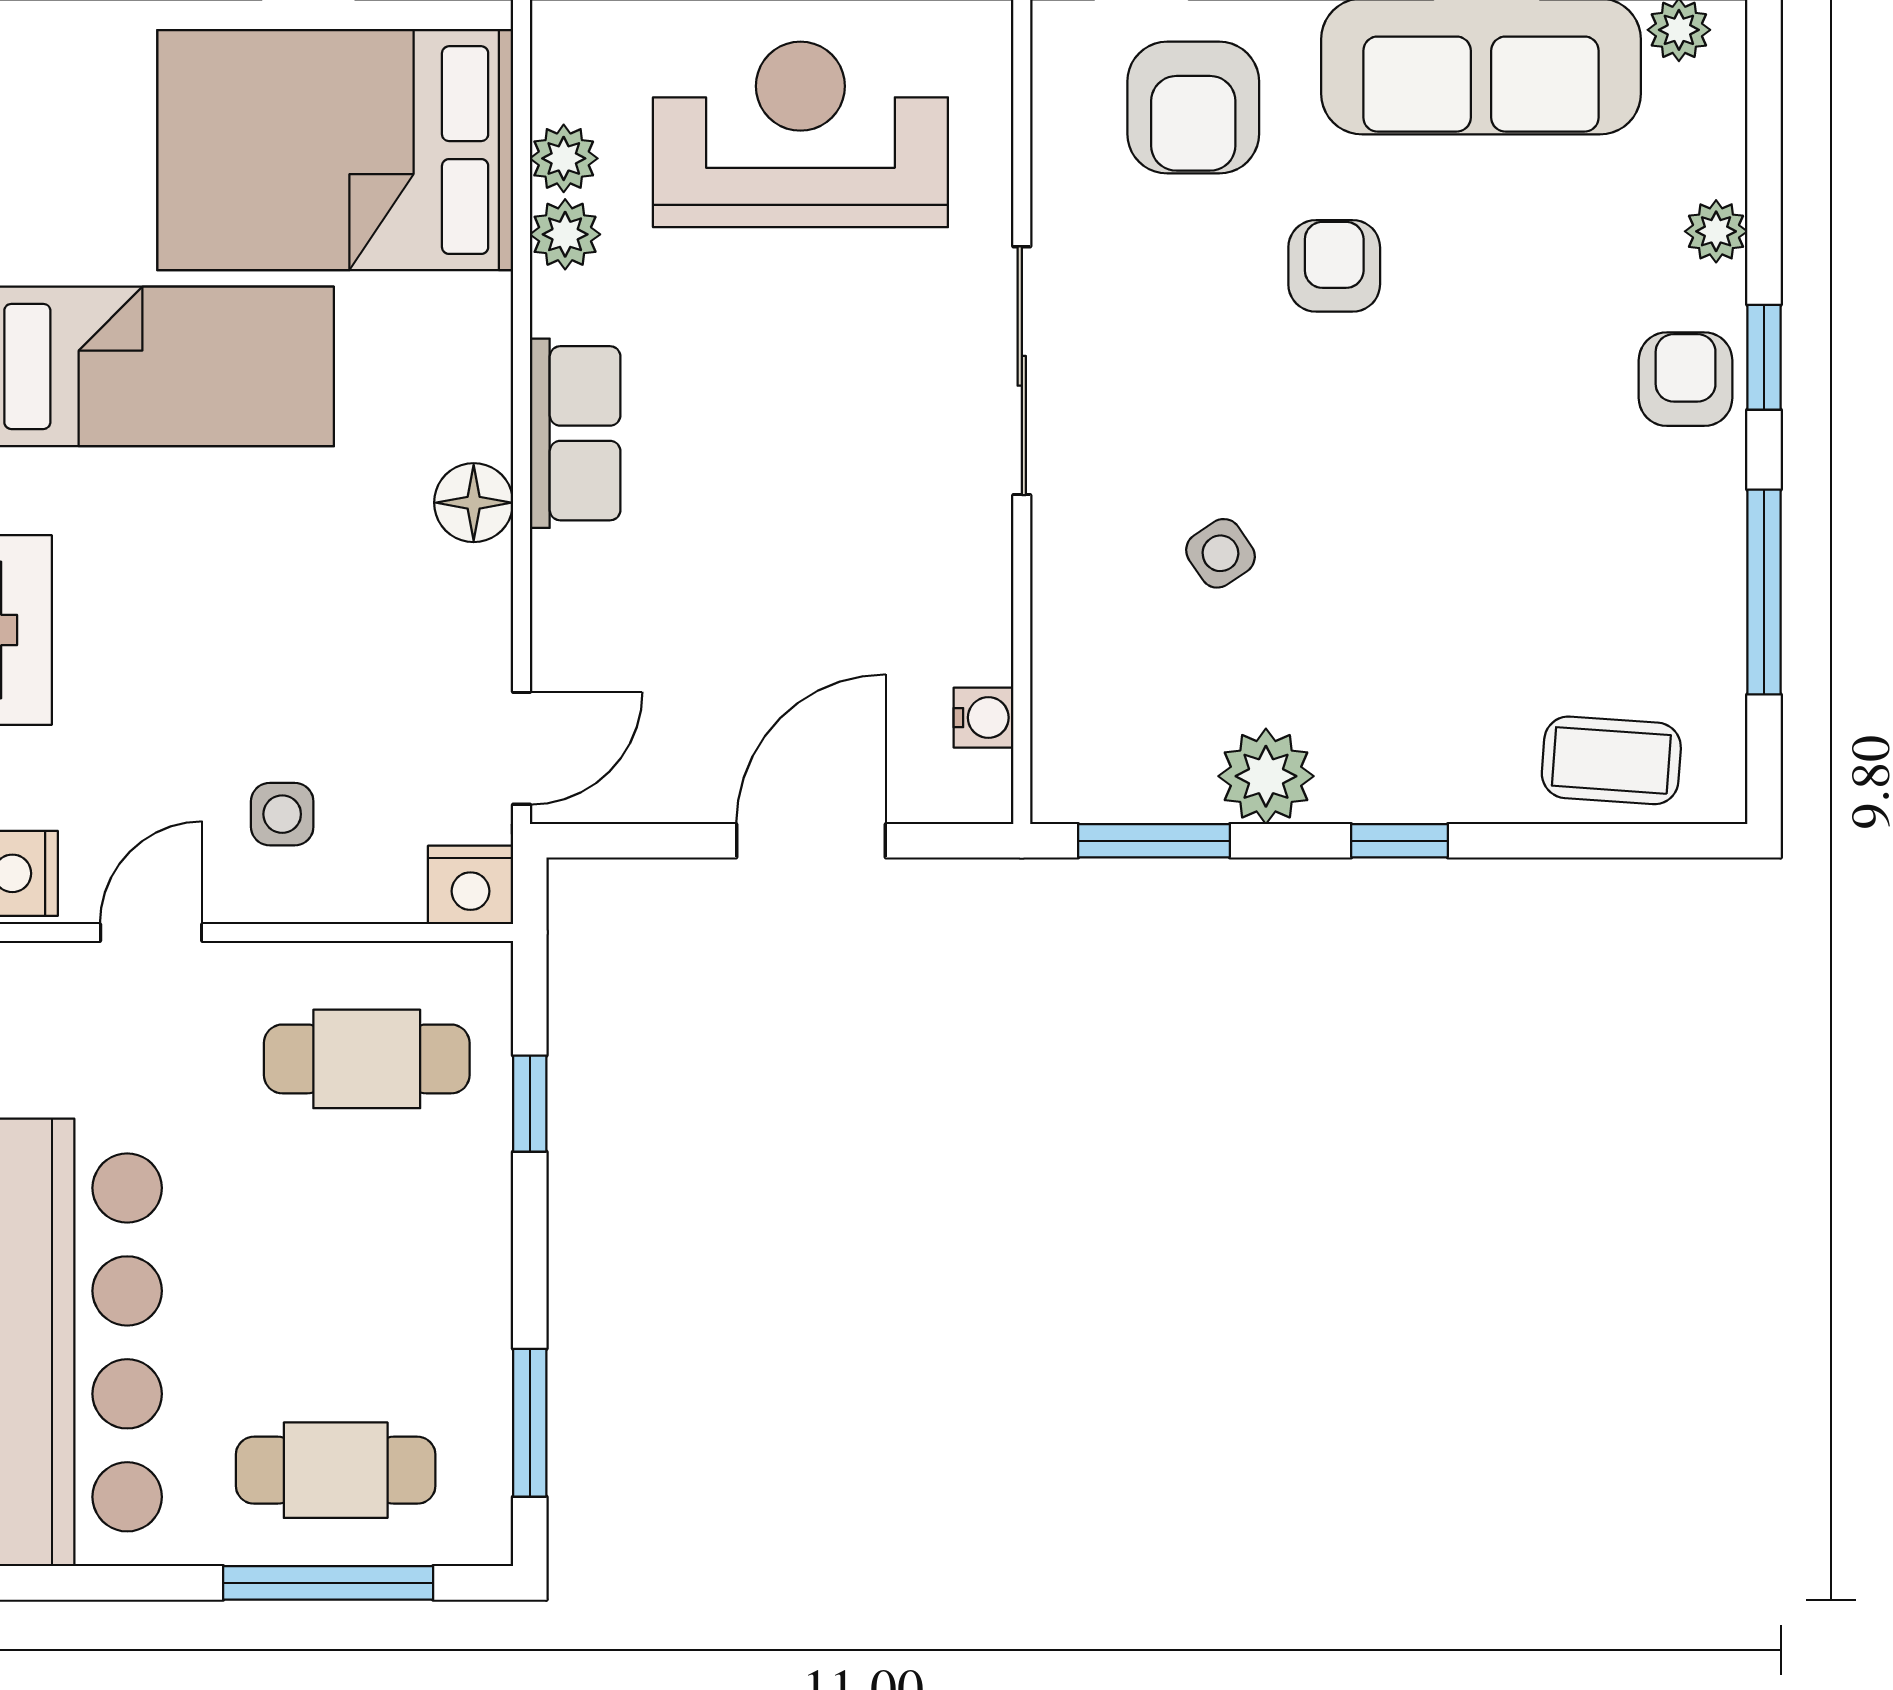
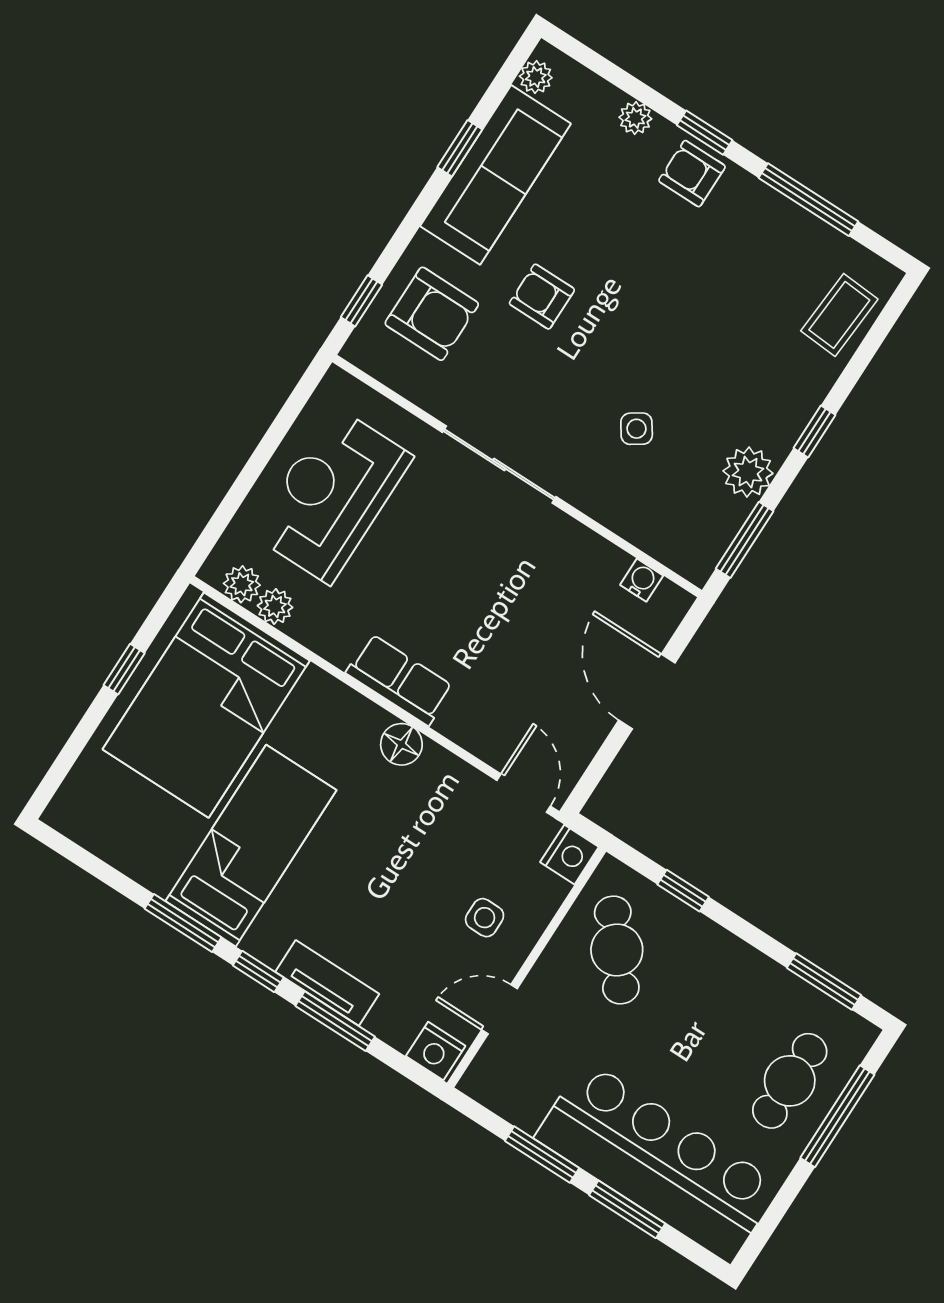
plant: (565, 234) -> (242, 584), moved
door: (151, 932) -> (500, 1009), hinge flipped
cafe table: (367, 1059) -> (617, 950), turned -39

